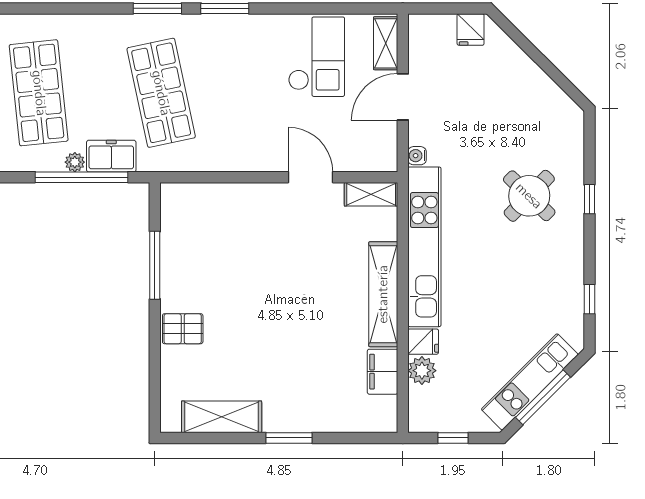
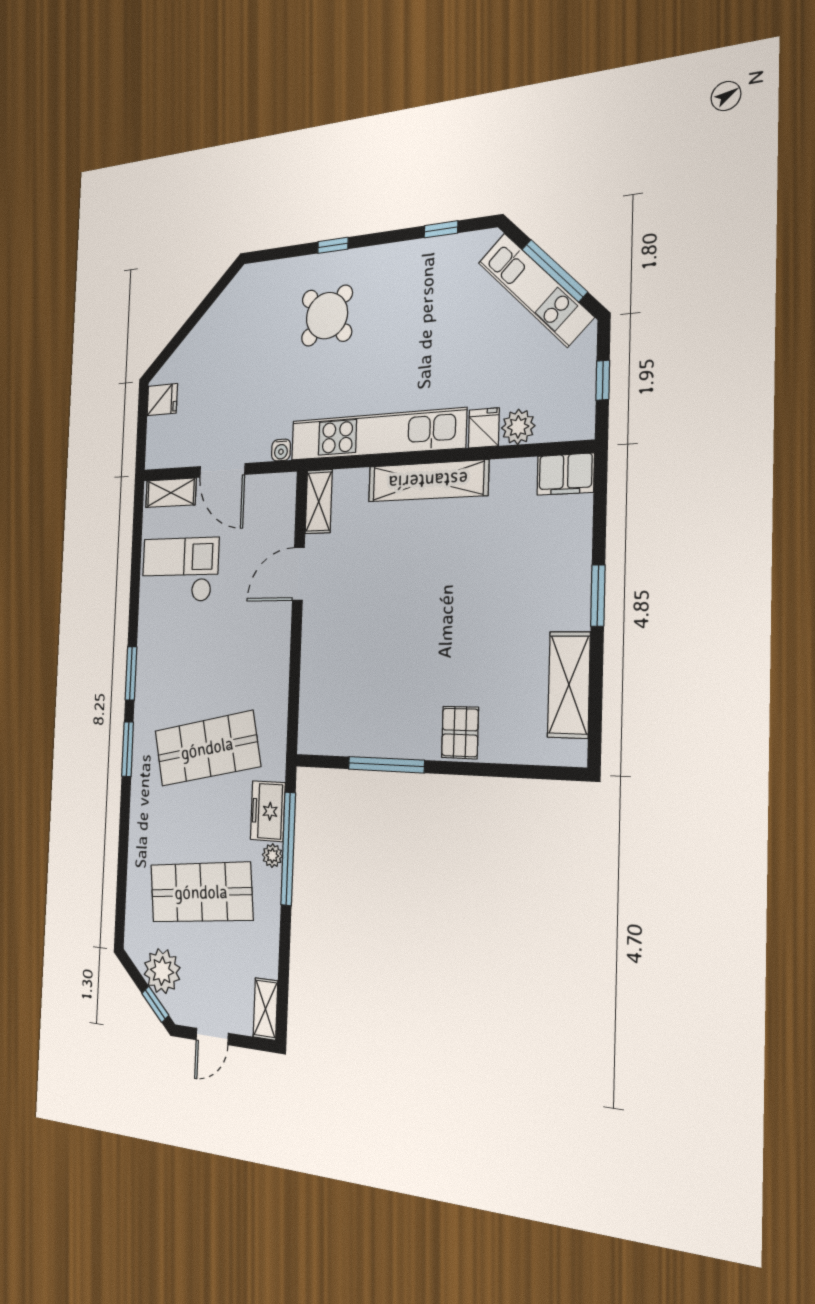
filing cabinet: (383, 372) -> (566, 474), moved

